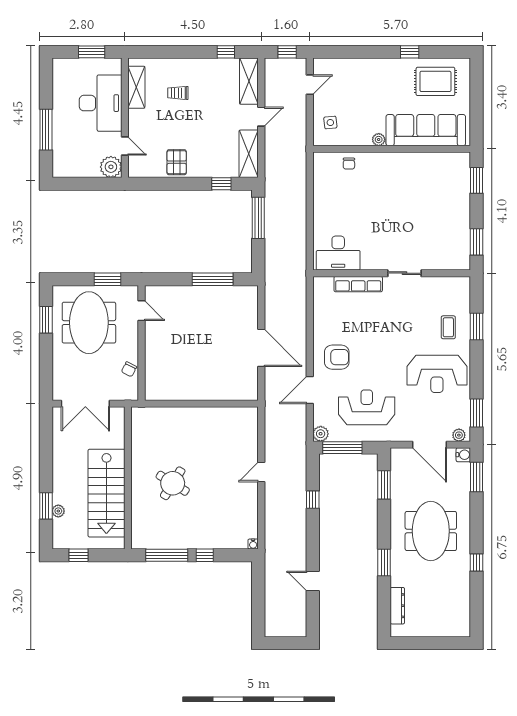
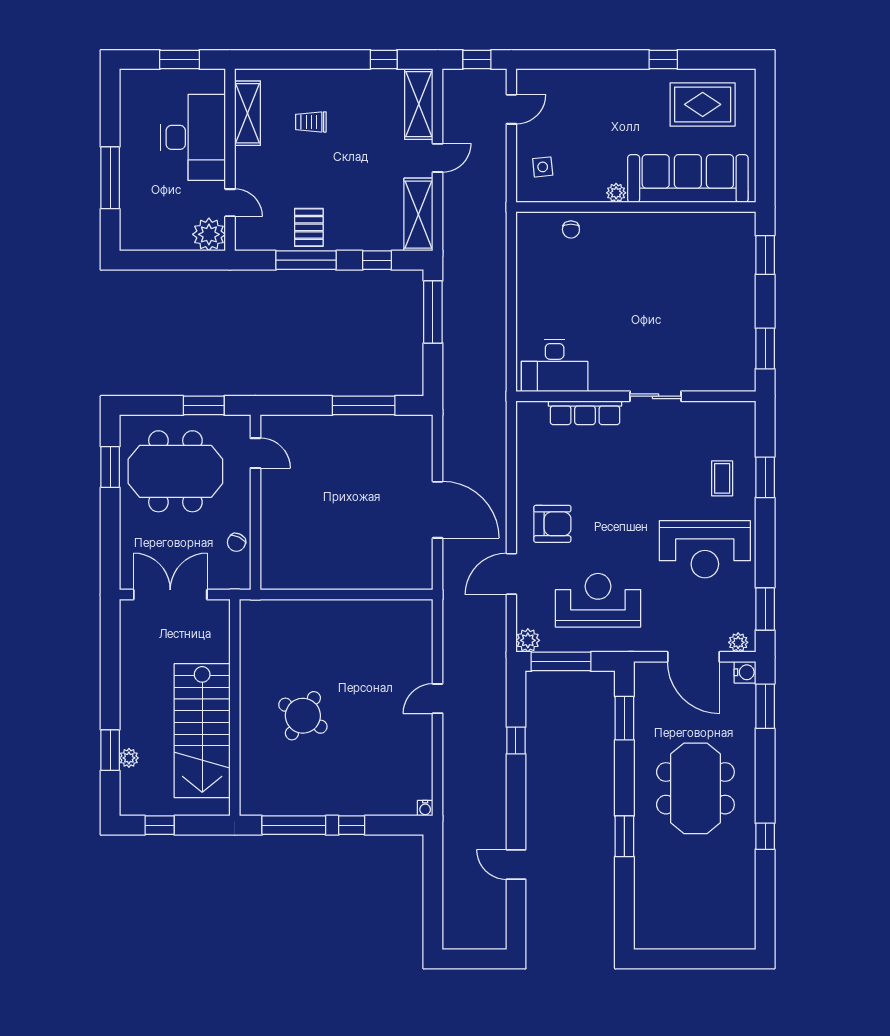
window: (175, 184) -> (306, 260), added
meeting table: (89, 323) -> (175, 471), turned 90
double door: (85, 404) -> (170, 595), swing flipped
dresser: (397, 606) -> (645, 902), removed

